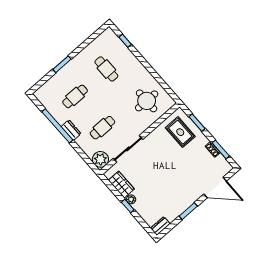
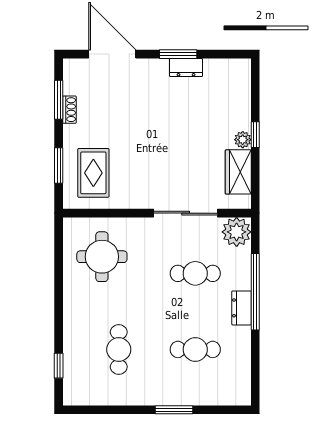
window: (57, 126) -> (255, 292), moved
dresser: (160, 226) -> (186, 68), moved

